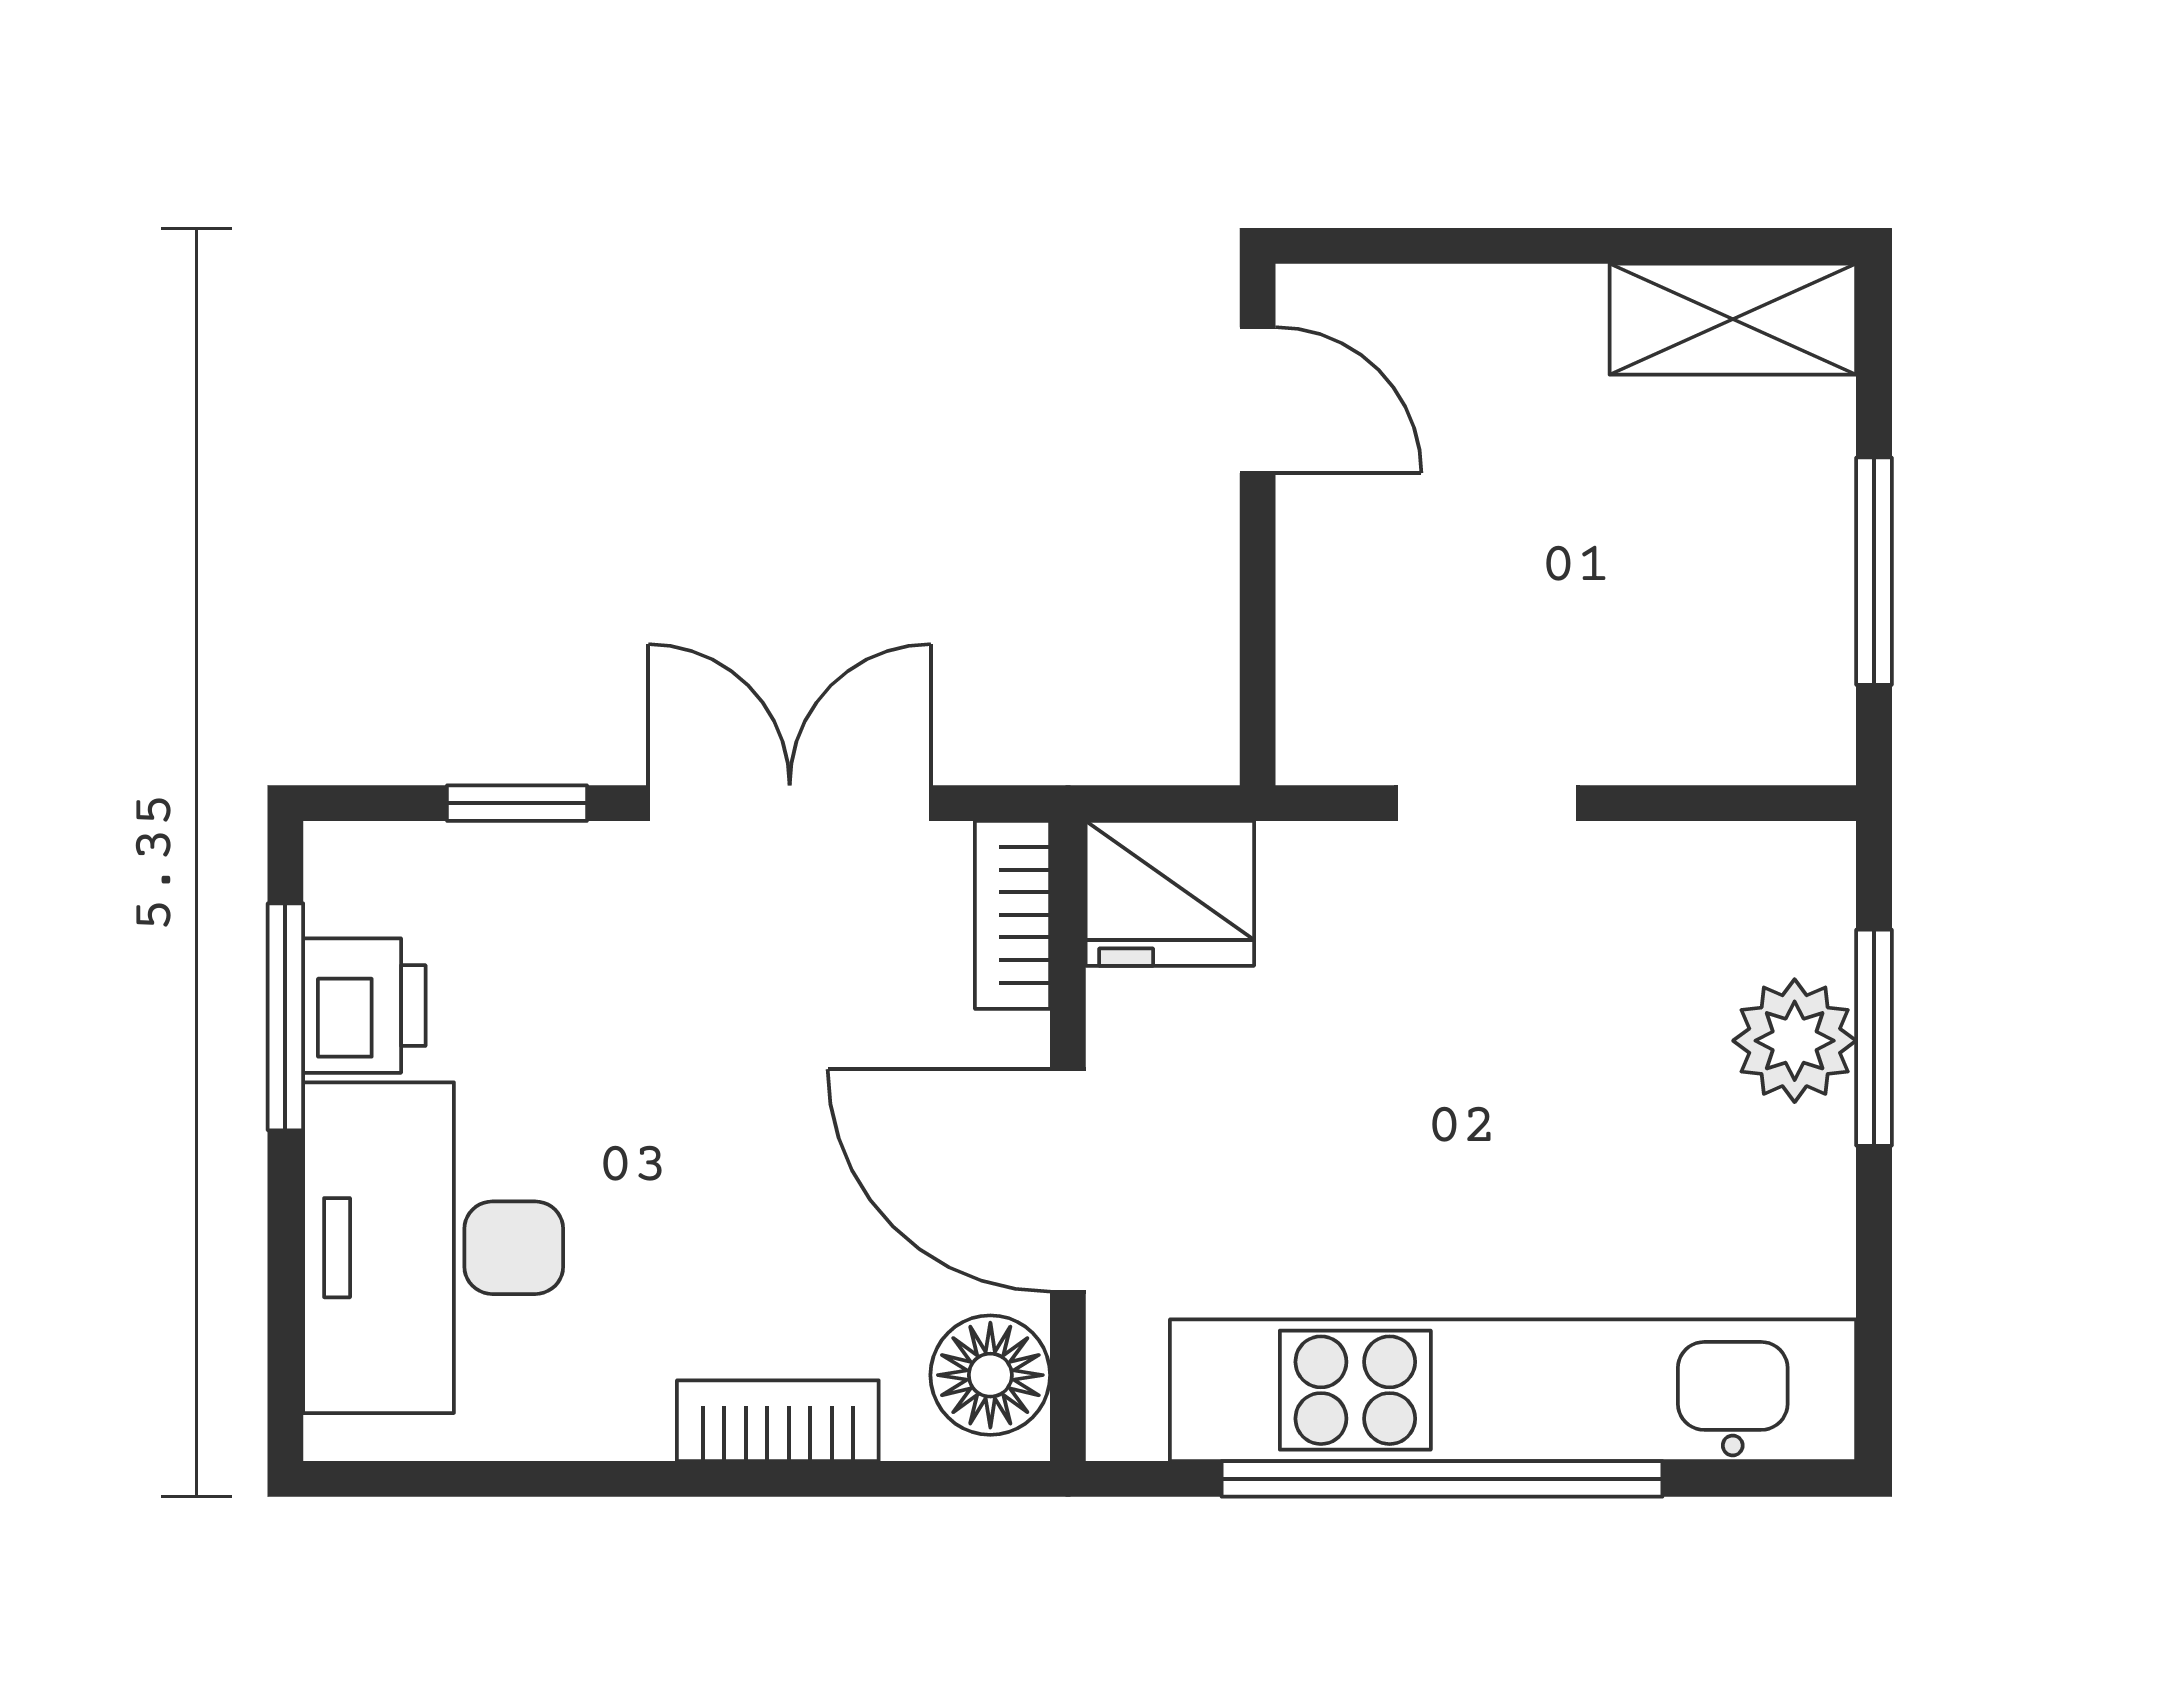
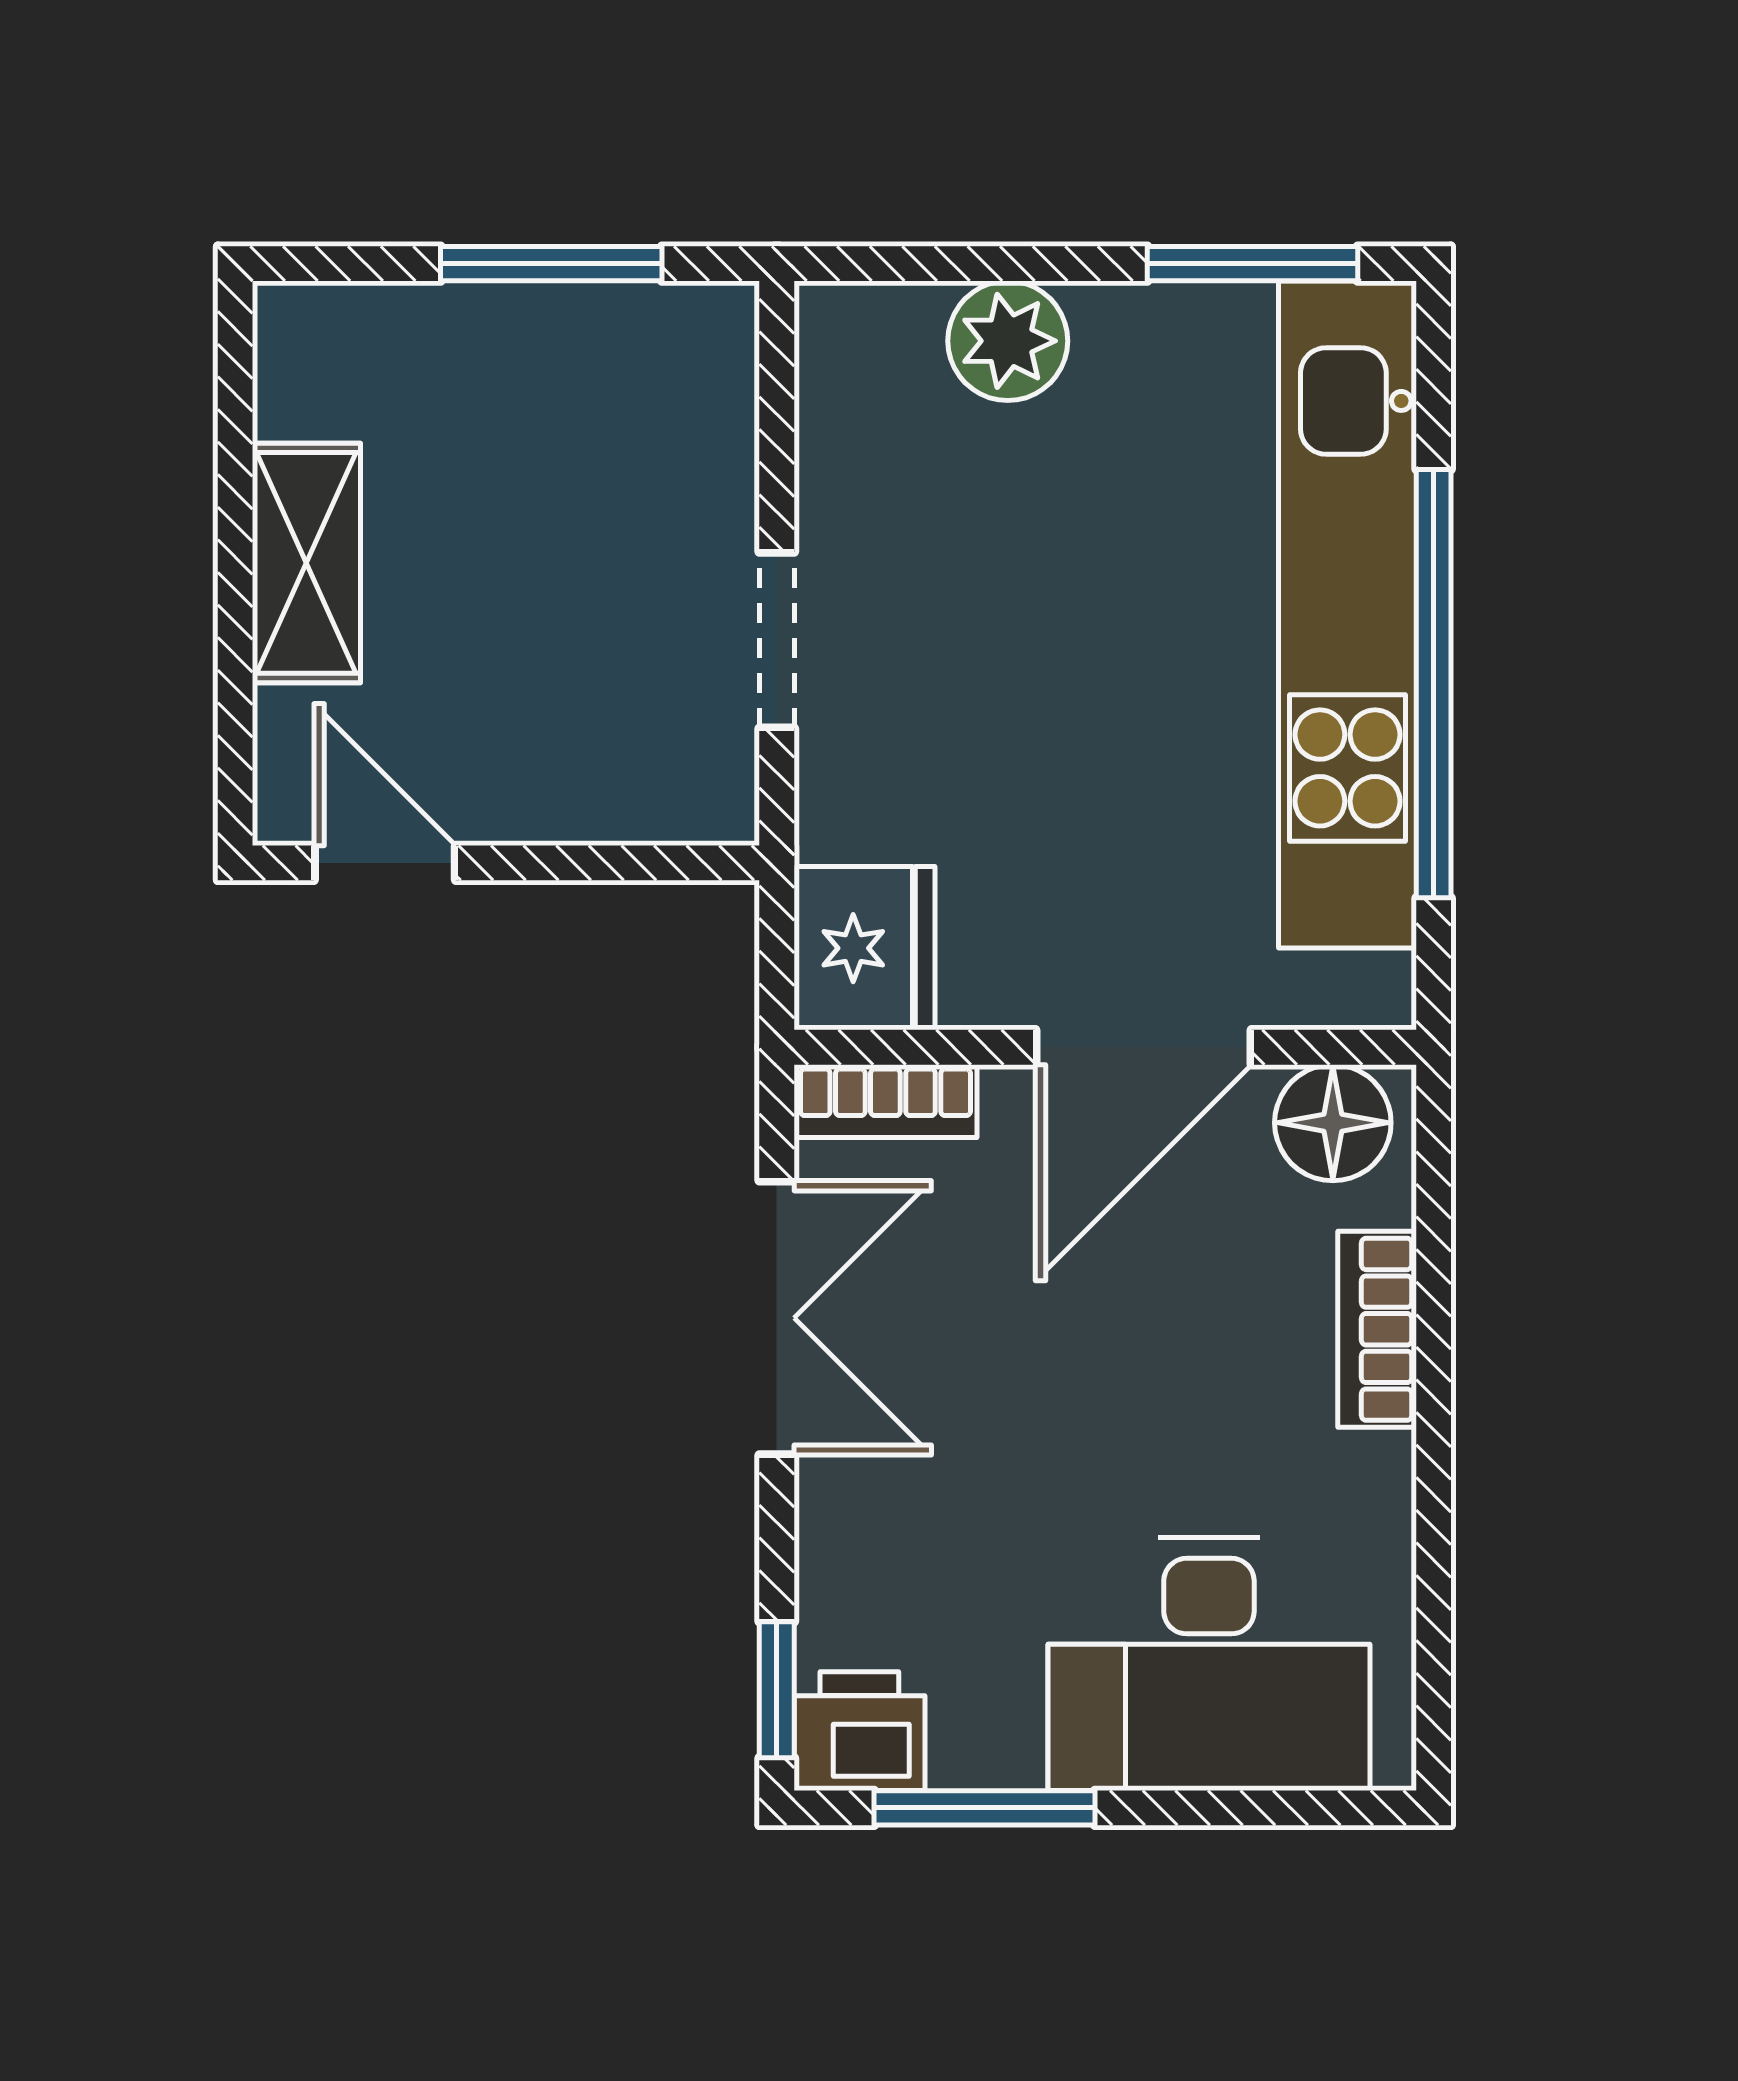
shelving: (1733, 319) -> (306, 563), moved
door: (1258, 400) -> (385, 863), hinge flipped
window: (517, 803) -> (777, 1690), moved
double door: (790, 803) -> (777, 1318), swing flipped
printer: (364, 1006) -> (859, 1731), moved
window: (1874, 1038) -> (1252, 264), moved

